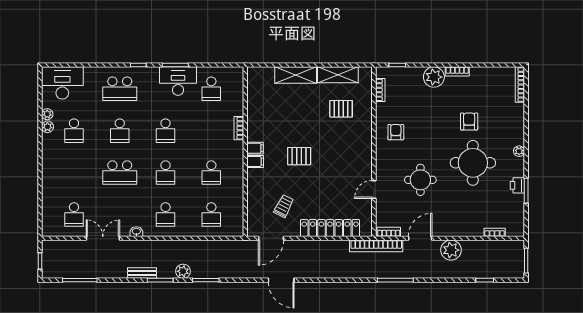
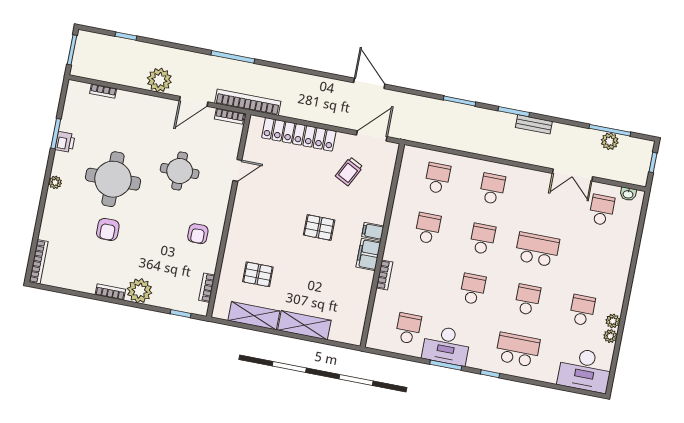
filing cabinet: (255, 148) -> (368, 254), width x2.00
washbasin: (136, 232) -> (628, 194), moved
plant: (183, 271) -> (610, 141), moved

